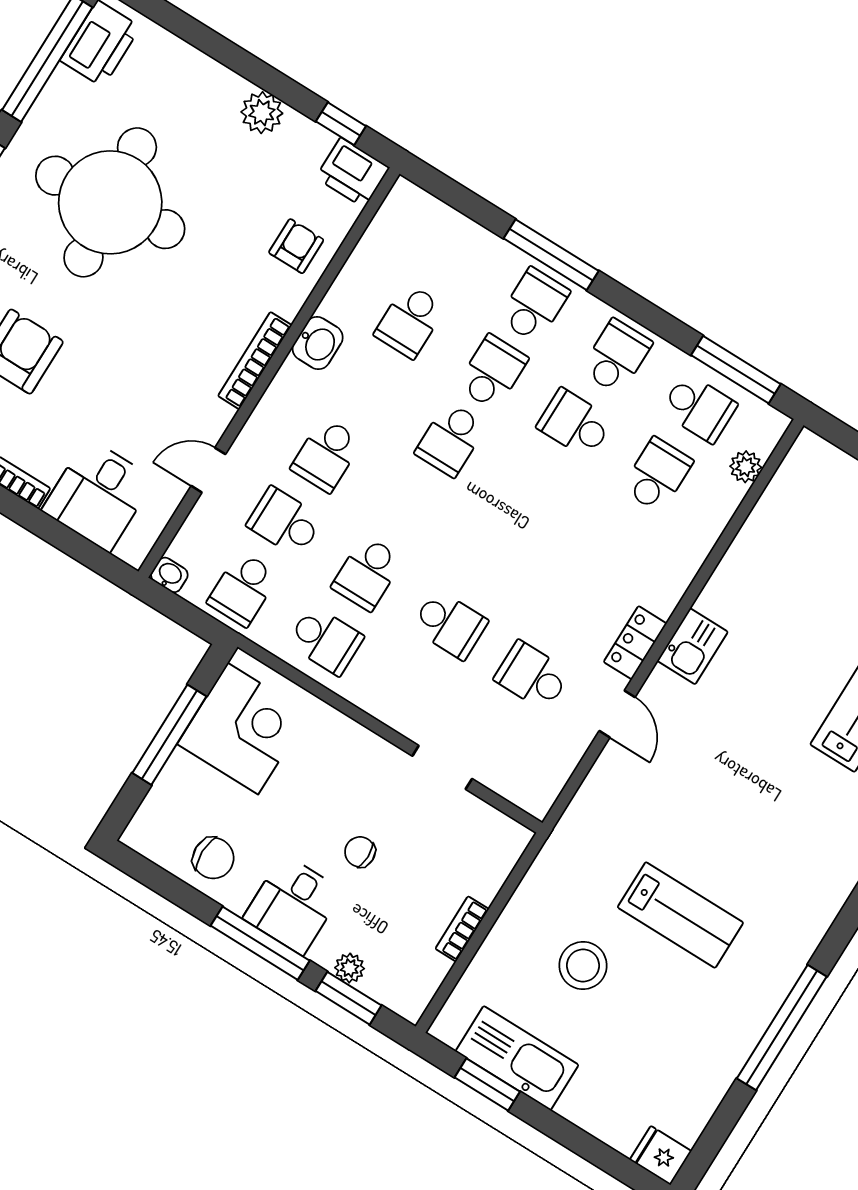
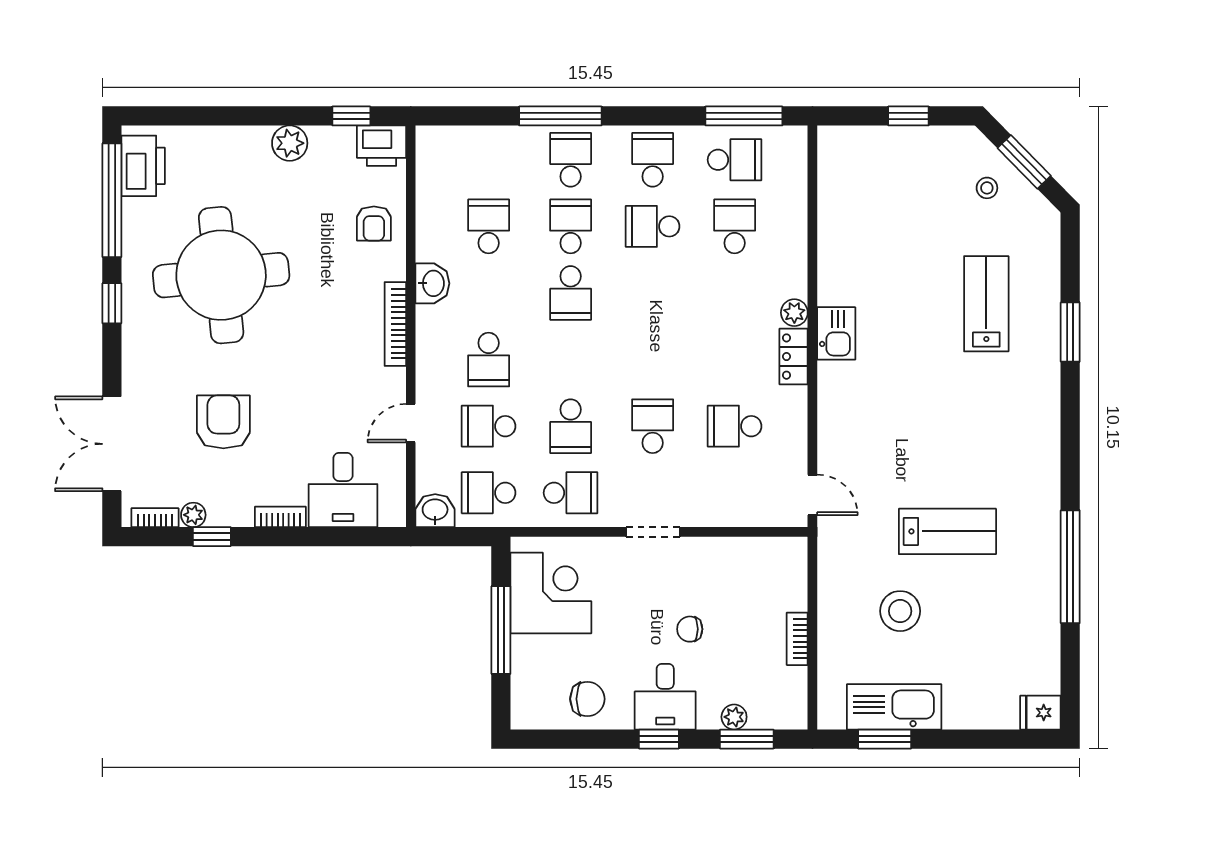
armchair: (296, 246) -> (374, 224), turned 180
school desk: (410, 321) -> (489, 226), turned 180
plant: (746, 467) -> (794, 313), moved
washbasin: (169, 575) -> (435, 511), width x1.38, depth x1.45
school desk: (243, 589) -> (489, 493), turned 90
school desk: (450, 625) -> (653, 426), turned -90
door: (617, 714) -> (812, 495), moved
doorway: (442, 767) -> (653, 532), moved
window: (260, 943) -> (659, 739), width x0.46

